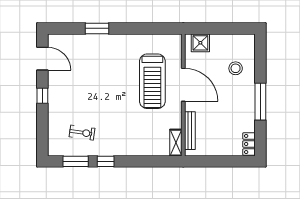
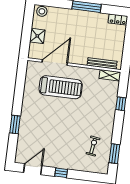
shower: (200, 43) -> (37, 36), moved
stool: (236, 68) -> (42, 11), moved
door: (183, 85) -> (55, 63), moved
window: (106, 161) -> (121, 104), moved

